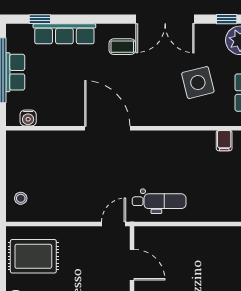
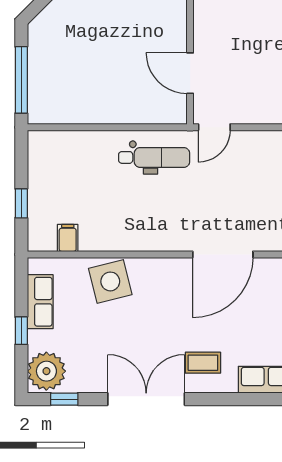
side table: (198, 83) -> (110, 281), moved
door: (107, 128) -> (223, 254), hinge flipped
dental chair: (159, 201) -> (154, 157), turned 180

